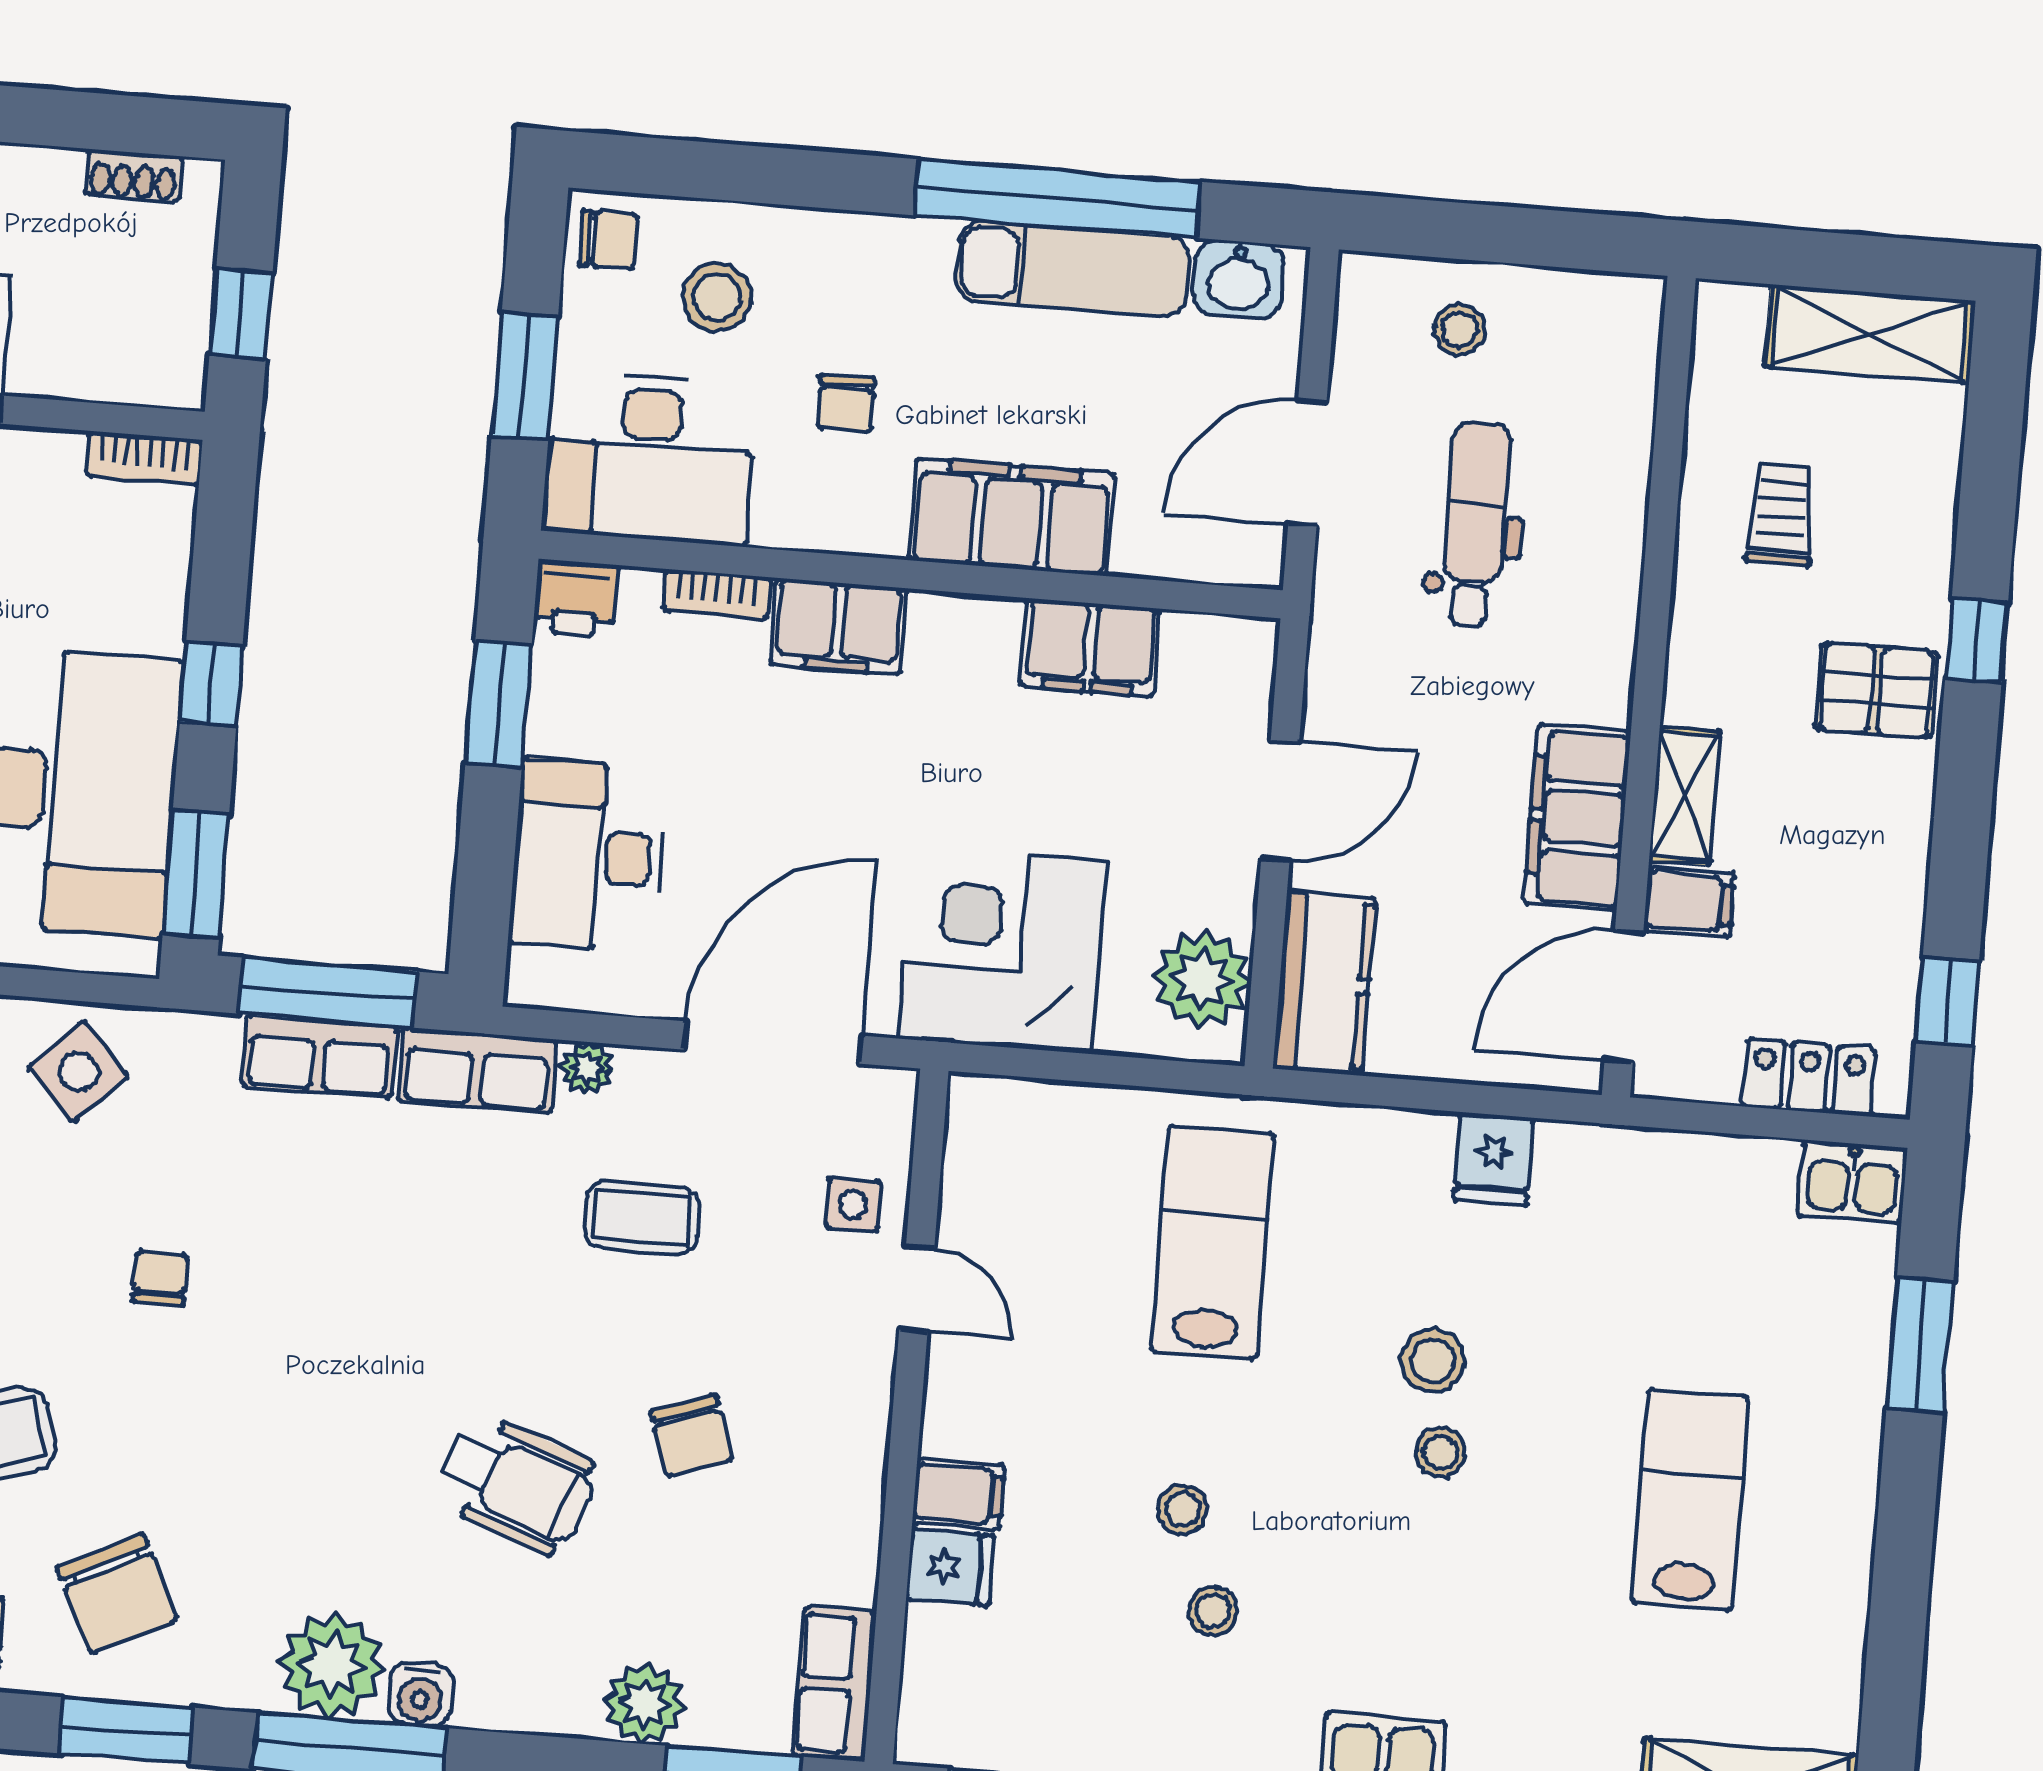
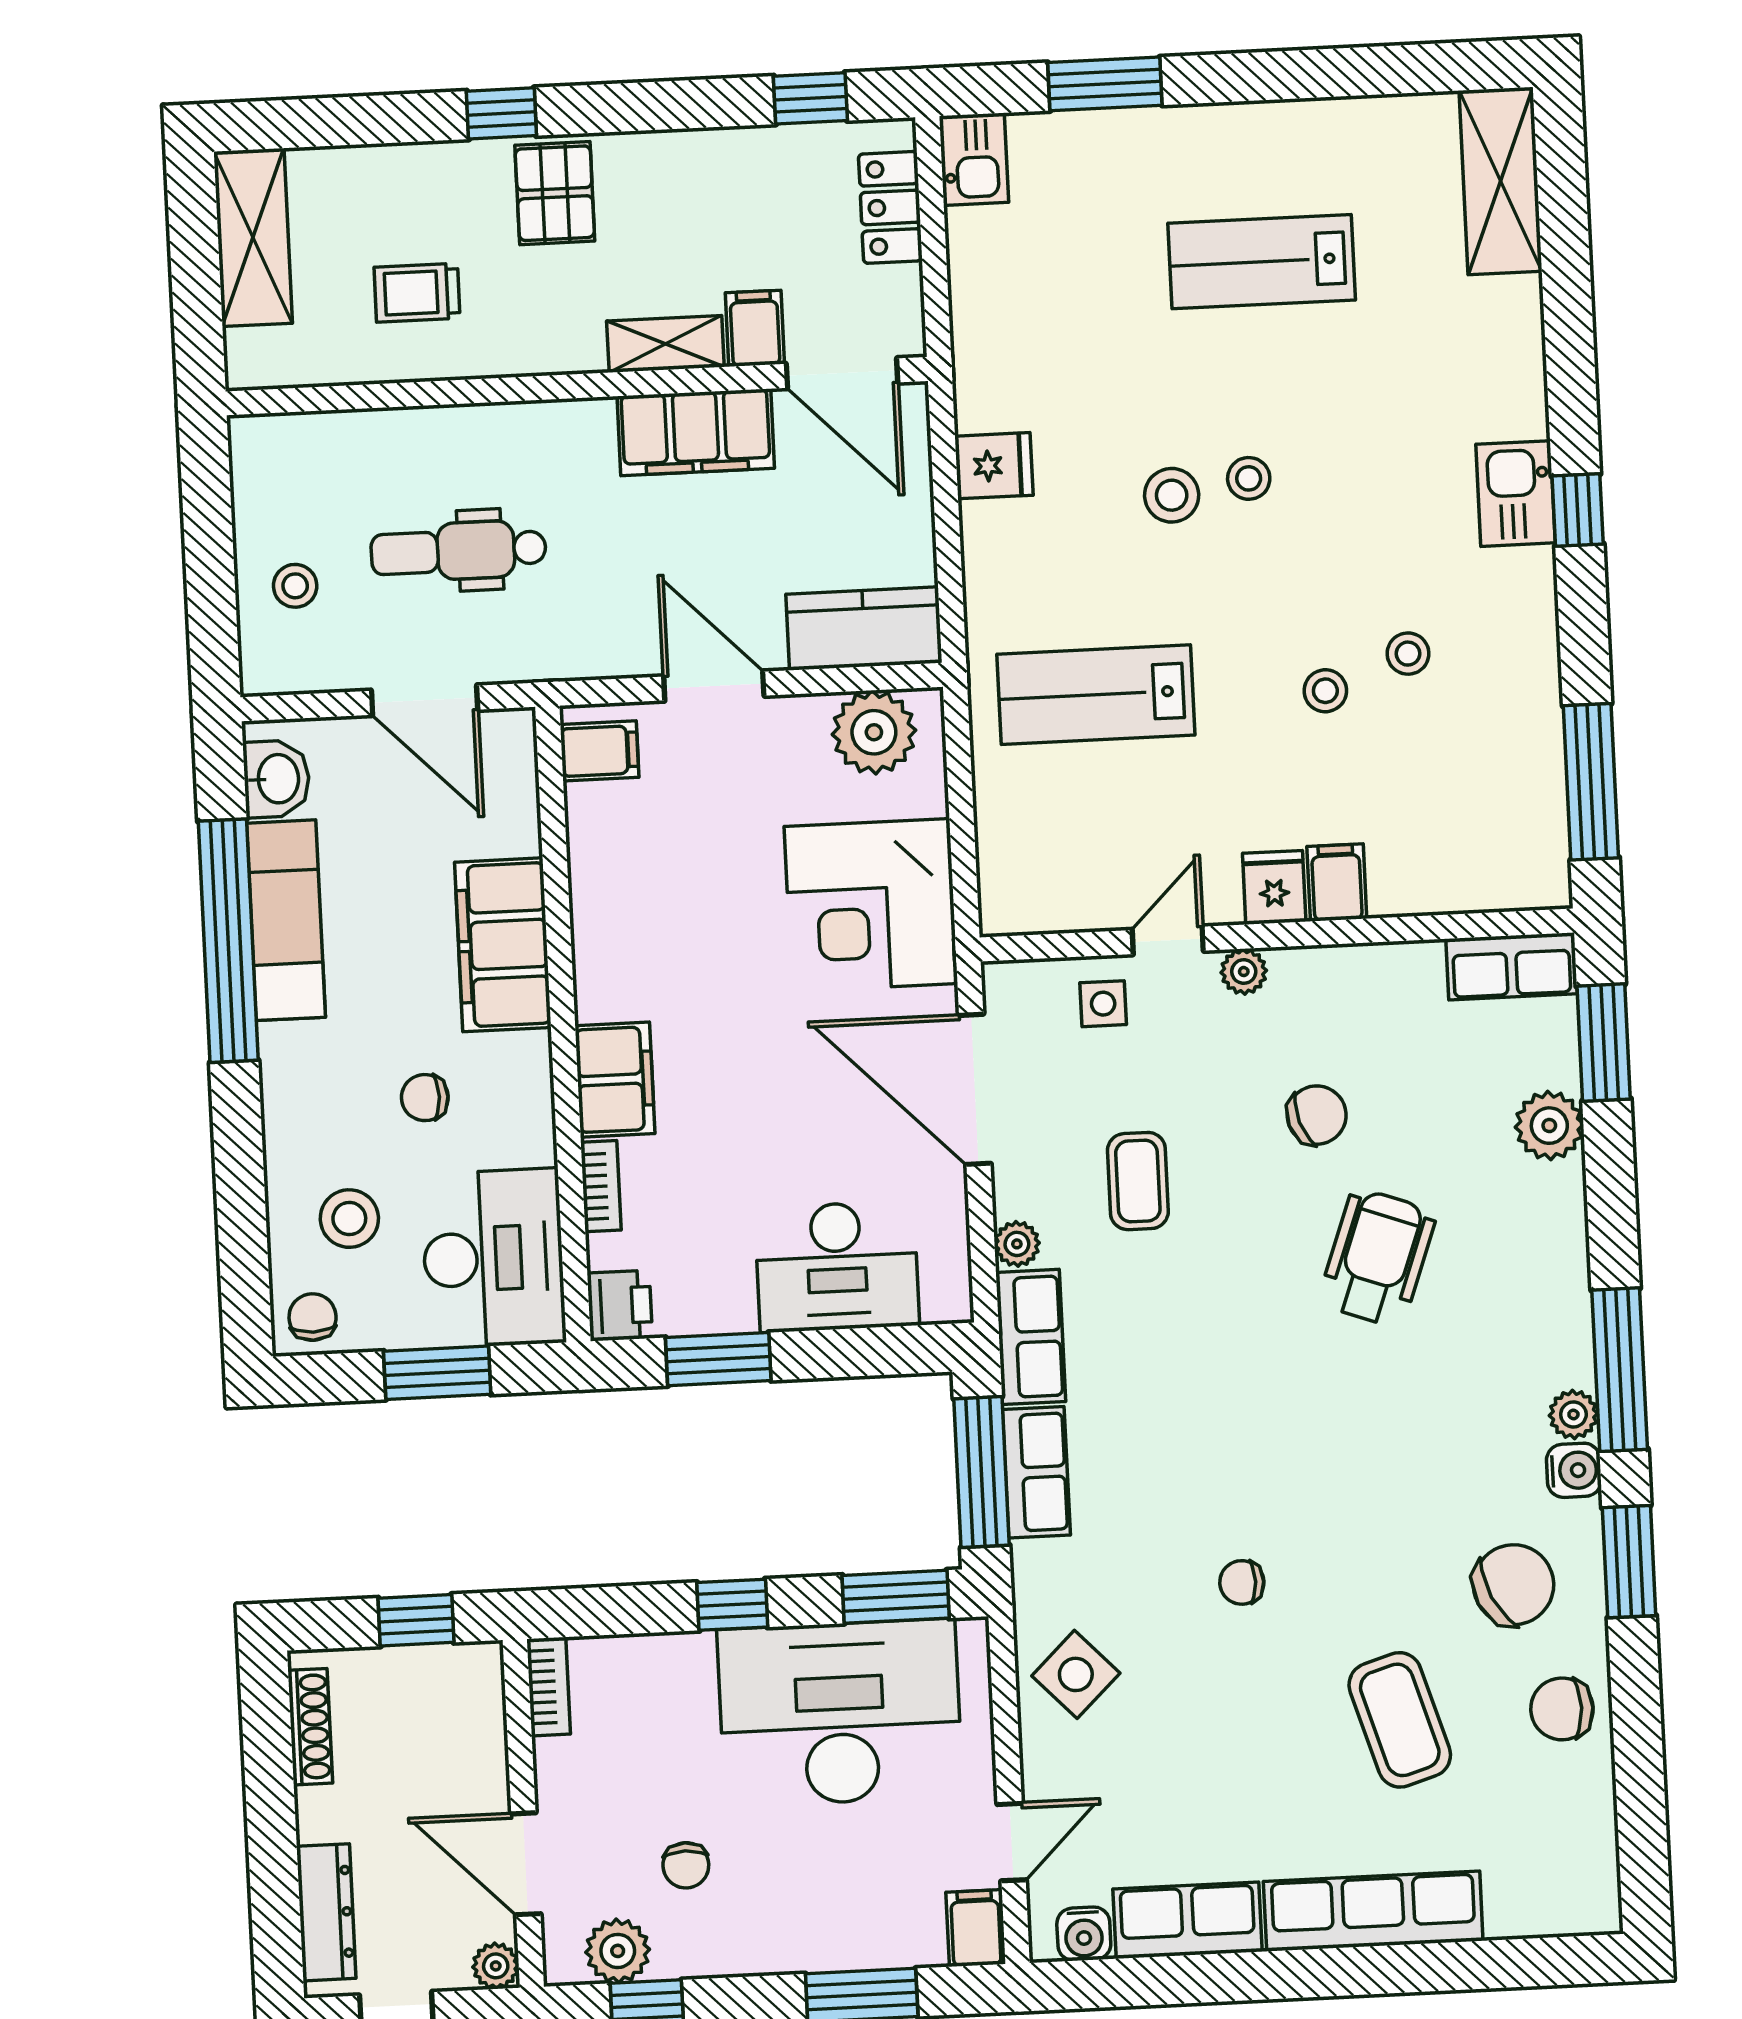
shoe rack: (133, 175) -> (310, 1727), width x1.43
chair: (846, 403) -> (425, 1098), turned 180
filing cabinet: (1090, 648) -> (600, 751), moved, width x0.50
plant: (869, 1372) -> (1244, 972), added
fridge: (950, 1567) -> (1274, 887), moved
plant: (332, 1665) -> (1573, 1414), width x0.53, depth x0.53
water cooler: (420, 1695) -> (1574, 1470), moved

